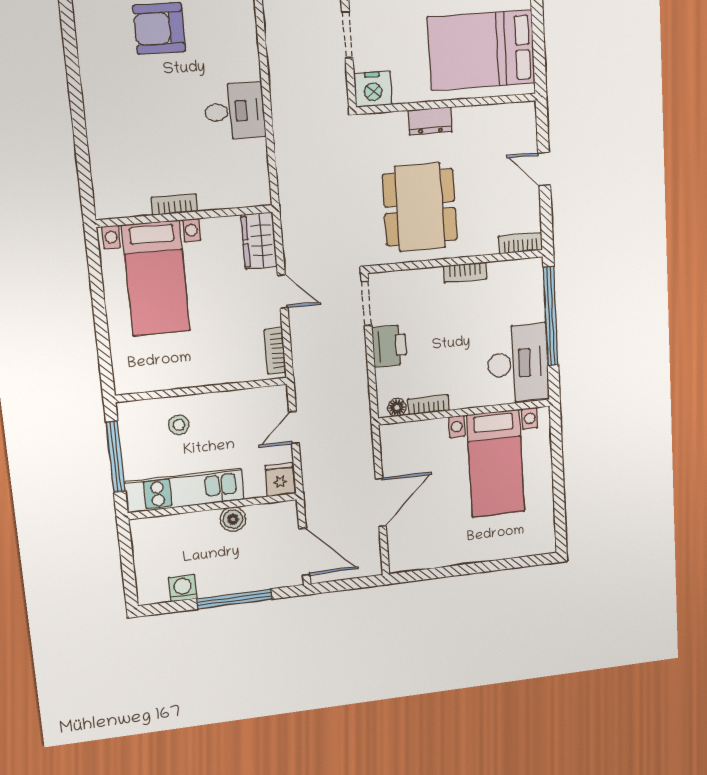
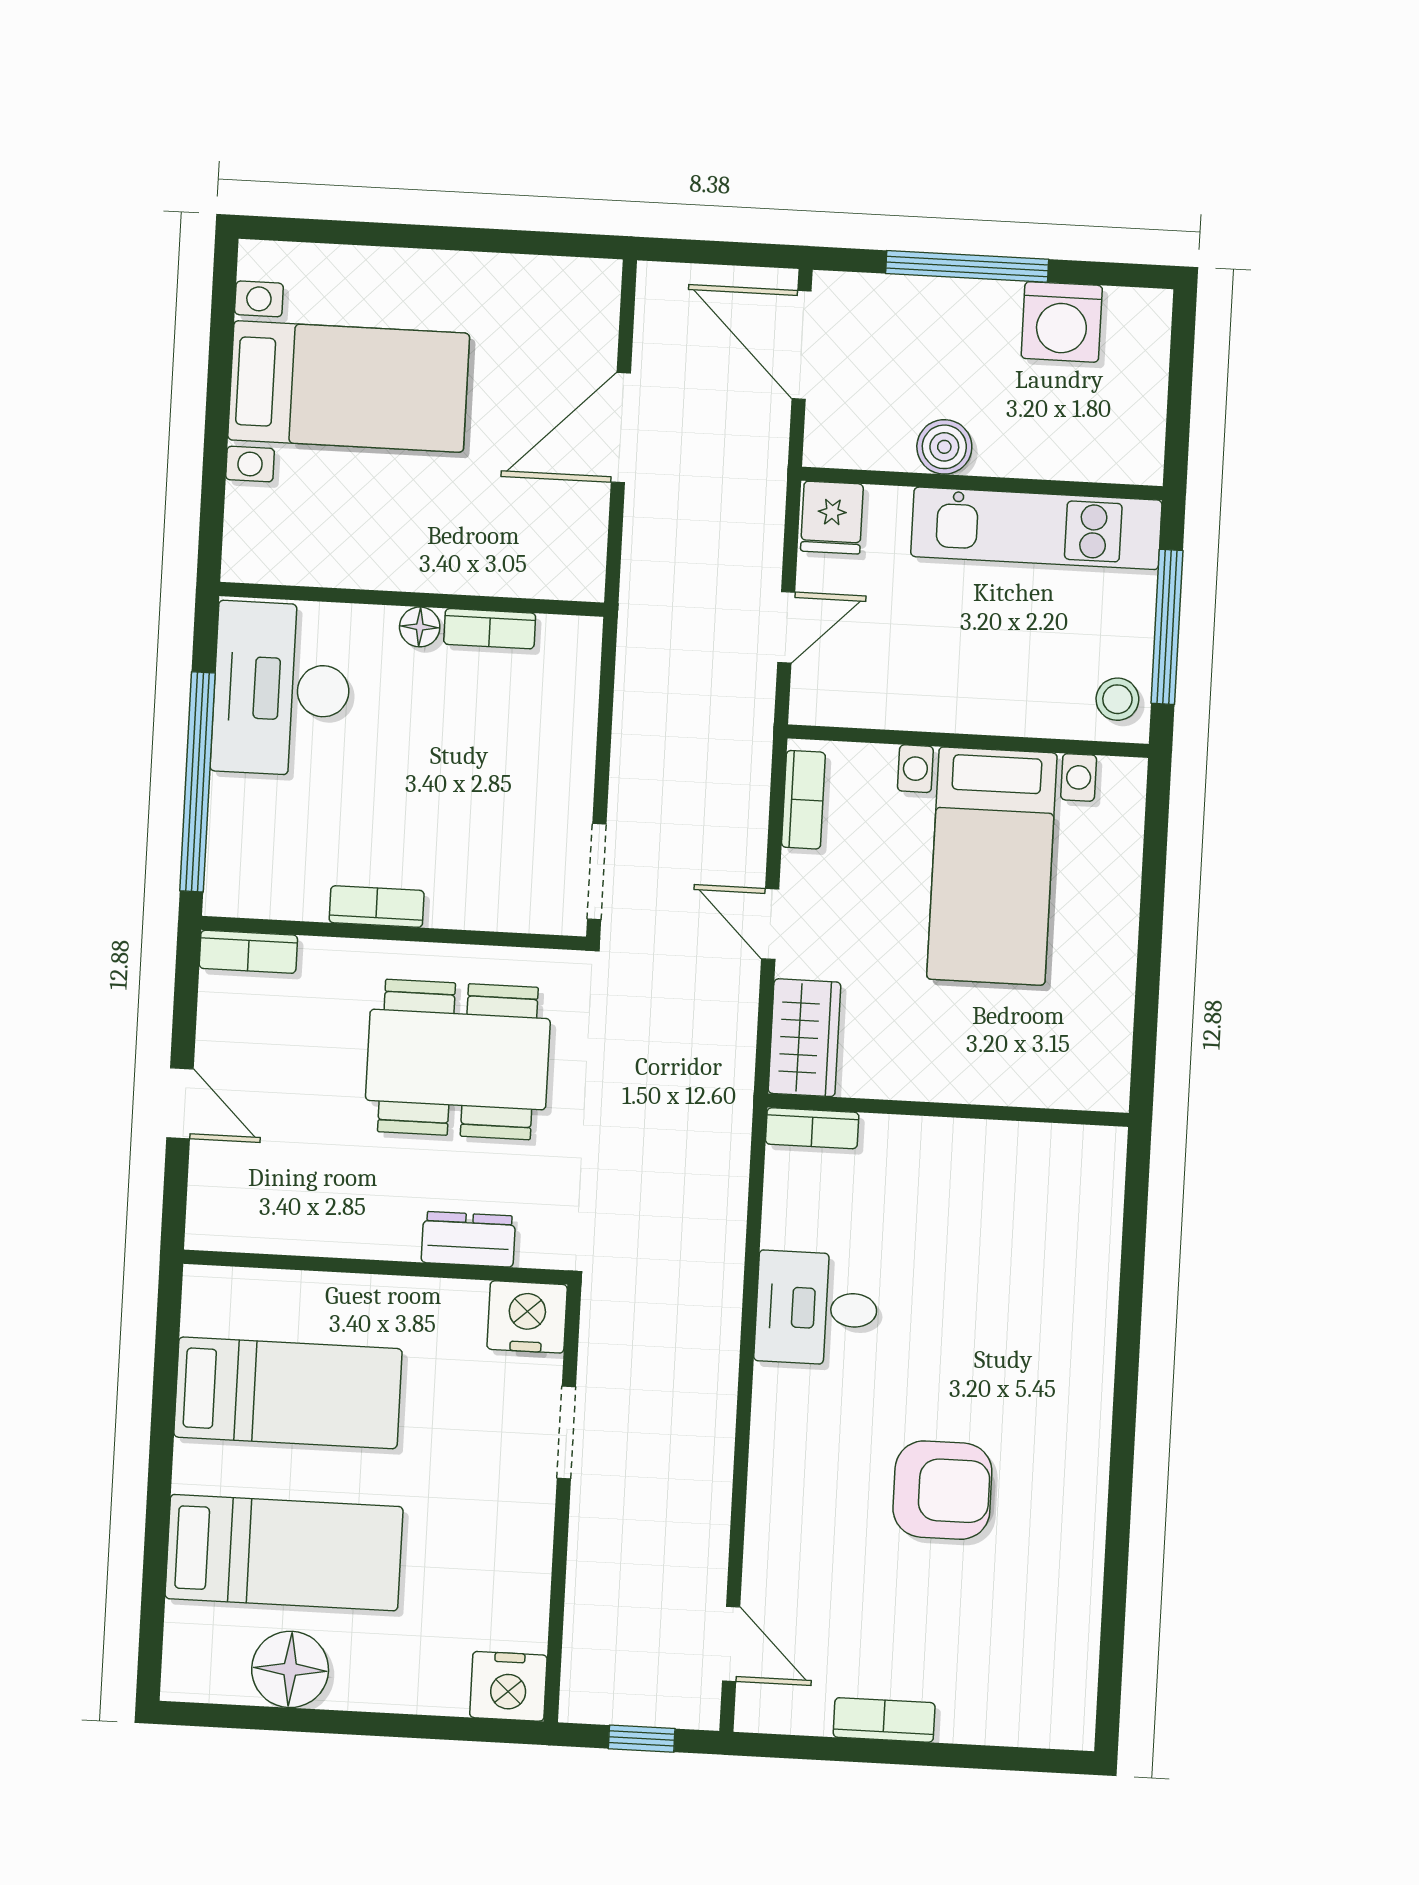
bed: (481, 50) -> (288, 1393), width x0.67
dresser: (430, 121) -> (468, 1239), moved
bookcase: (175, 205) -> (812, 1128), moved
dining table: (420, 207) -> (458, 1060), turned 90
bed with nightstands: (156, 278) -> (992, 866), moved, turned 180
printer: (389, 346) -> (559, 772), removed
floor lamp: (397, 407) -> (420, 627), moved
stool: (179, 425) -> (1117, 699), moved
bed with nightstands: (496, 463) -> (349, 387), moved, turned 90
washing machine: (183, 588) -> (1062, 322), width x1.38, depth x1.38

